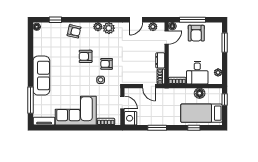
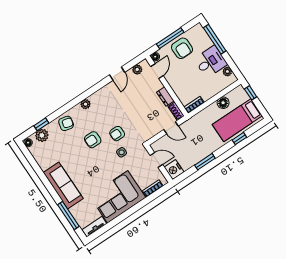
plant: (109, 28) -> (42, 135), moved
window: (225, 43) -> (215, 39), width x1.44
desk: (197, 73) -> (211, 62), moved, turned -90

